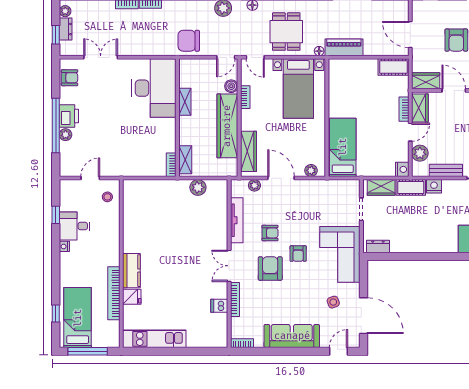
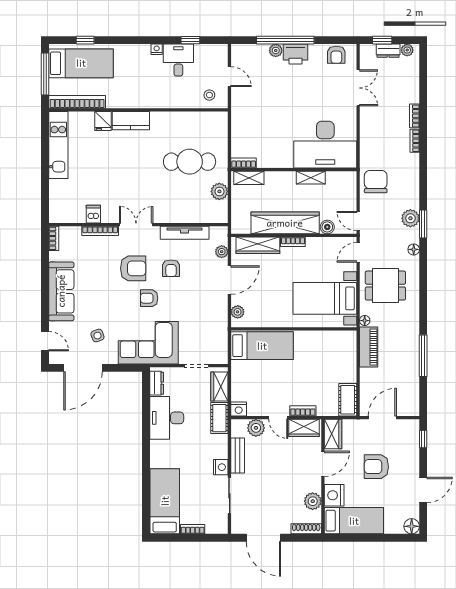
bookcase: (245, 97) -> (293, 242), moved
nightstand: (434, 186) -> (221, 467), moved
cafe table: (170, 215) -> (190, 162), added
desk: (411, 237) -> (167, 418), added
bookcase: (114, 293) -> (77, 102), moved

